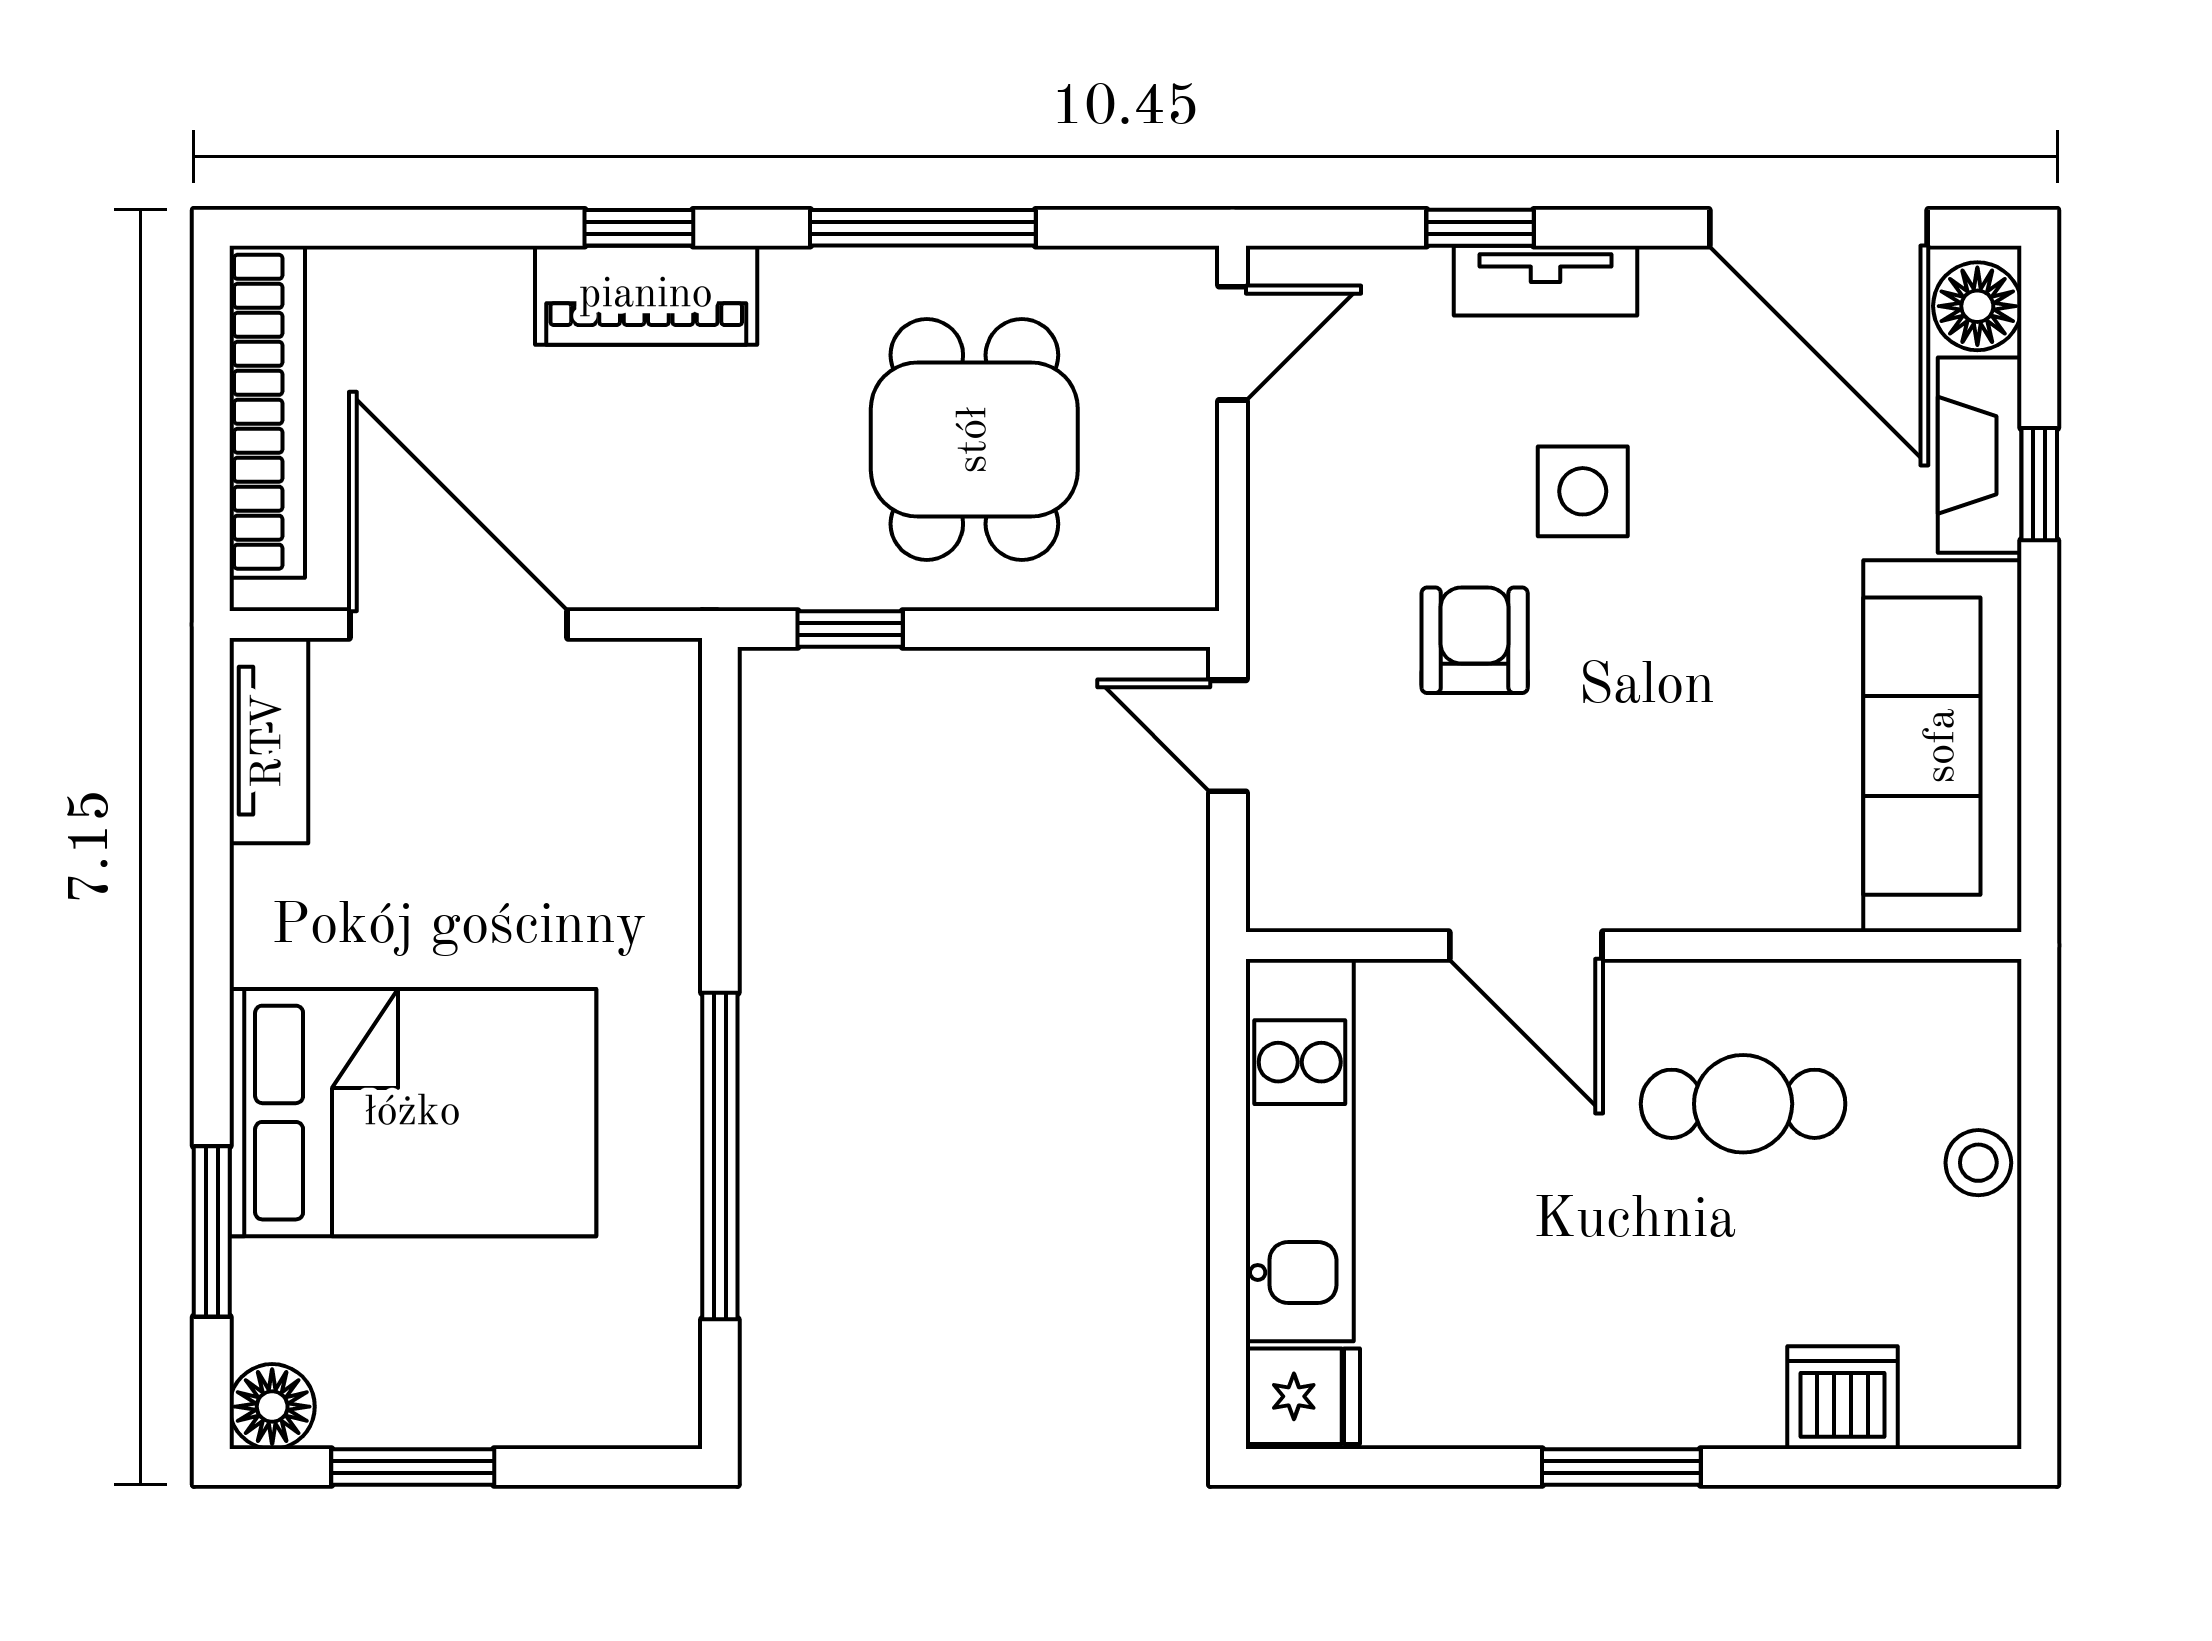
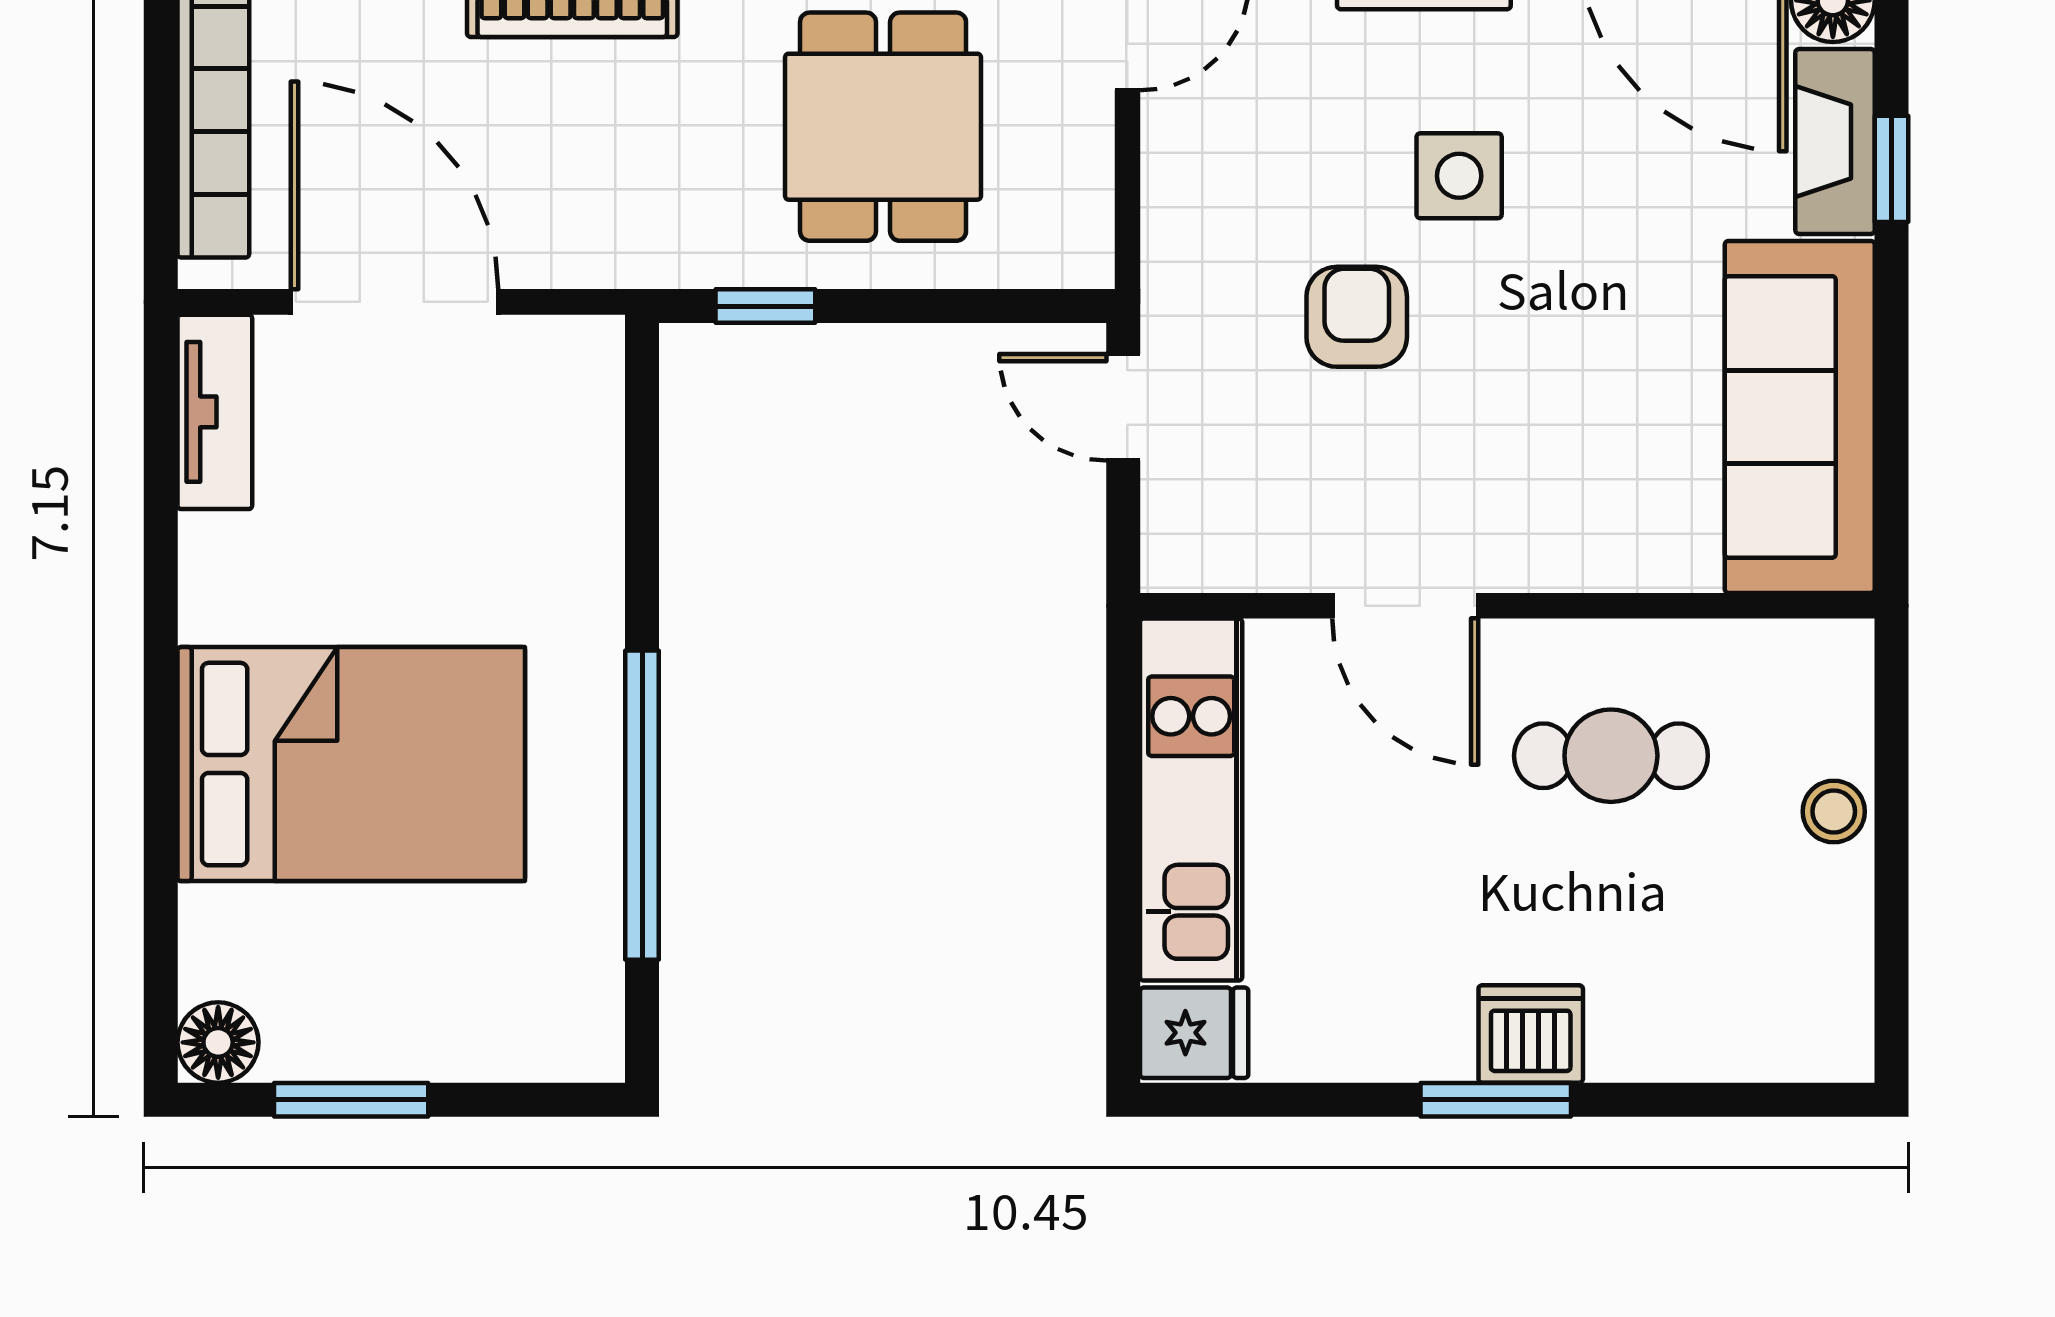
window: (212, 1231) -> (161, 876), removed
dishwasher: (1843, 1398) -> (1531, 1034), moved

